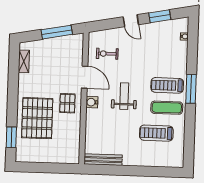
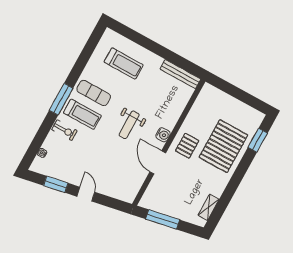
exercise bike: (107, 54) -> (64, 130), moved
treadmill: (156, 133) -> (124, 63), moved

